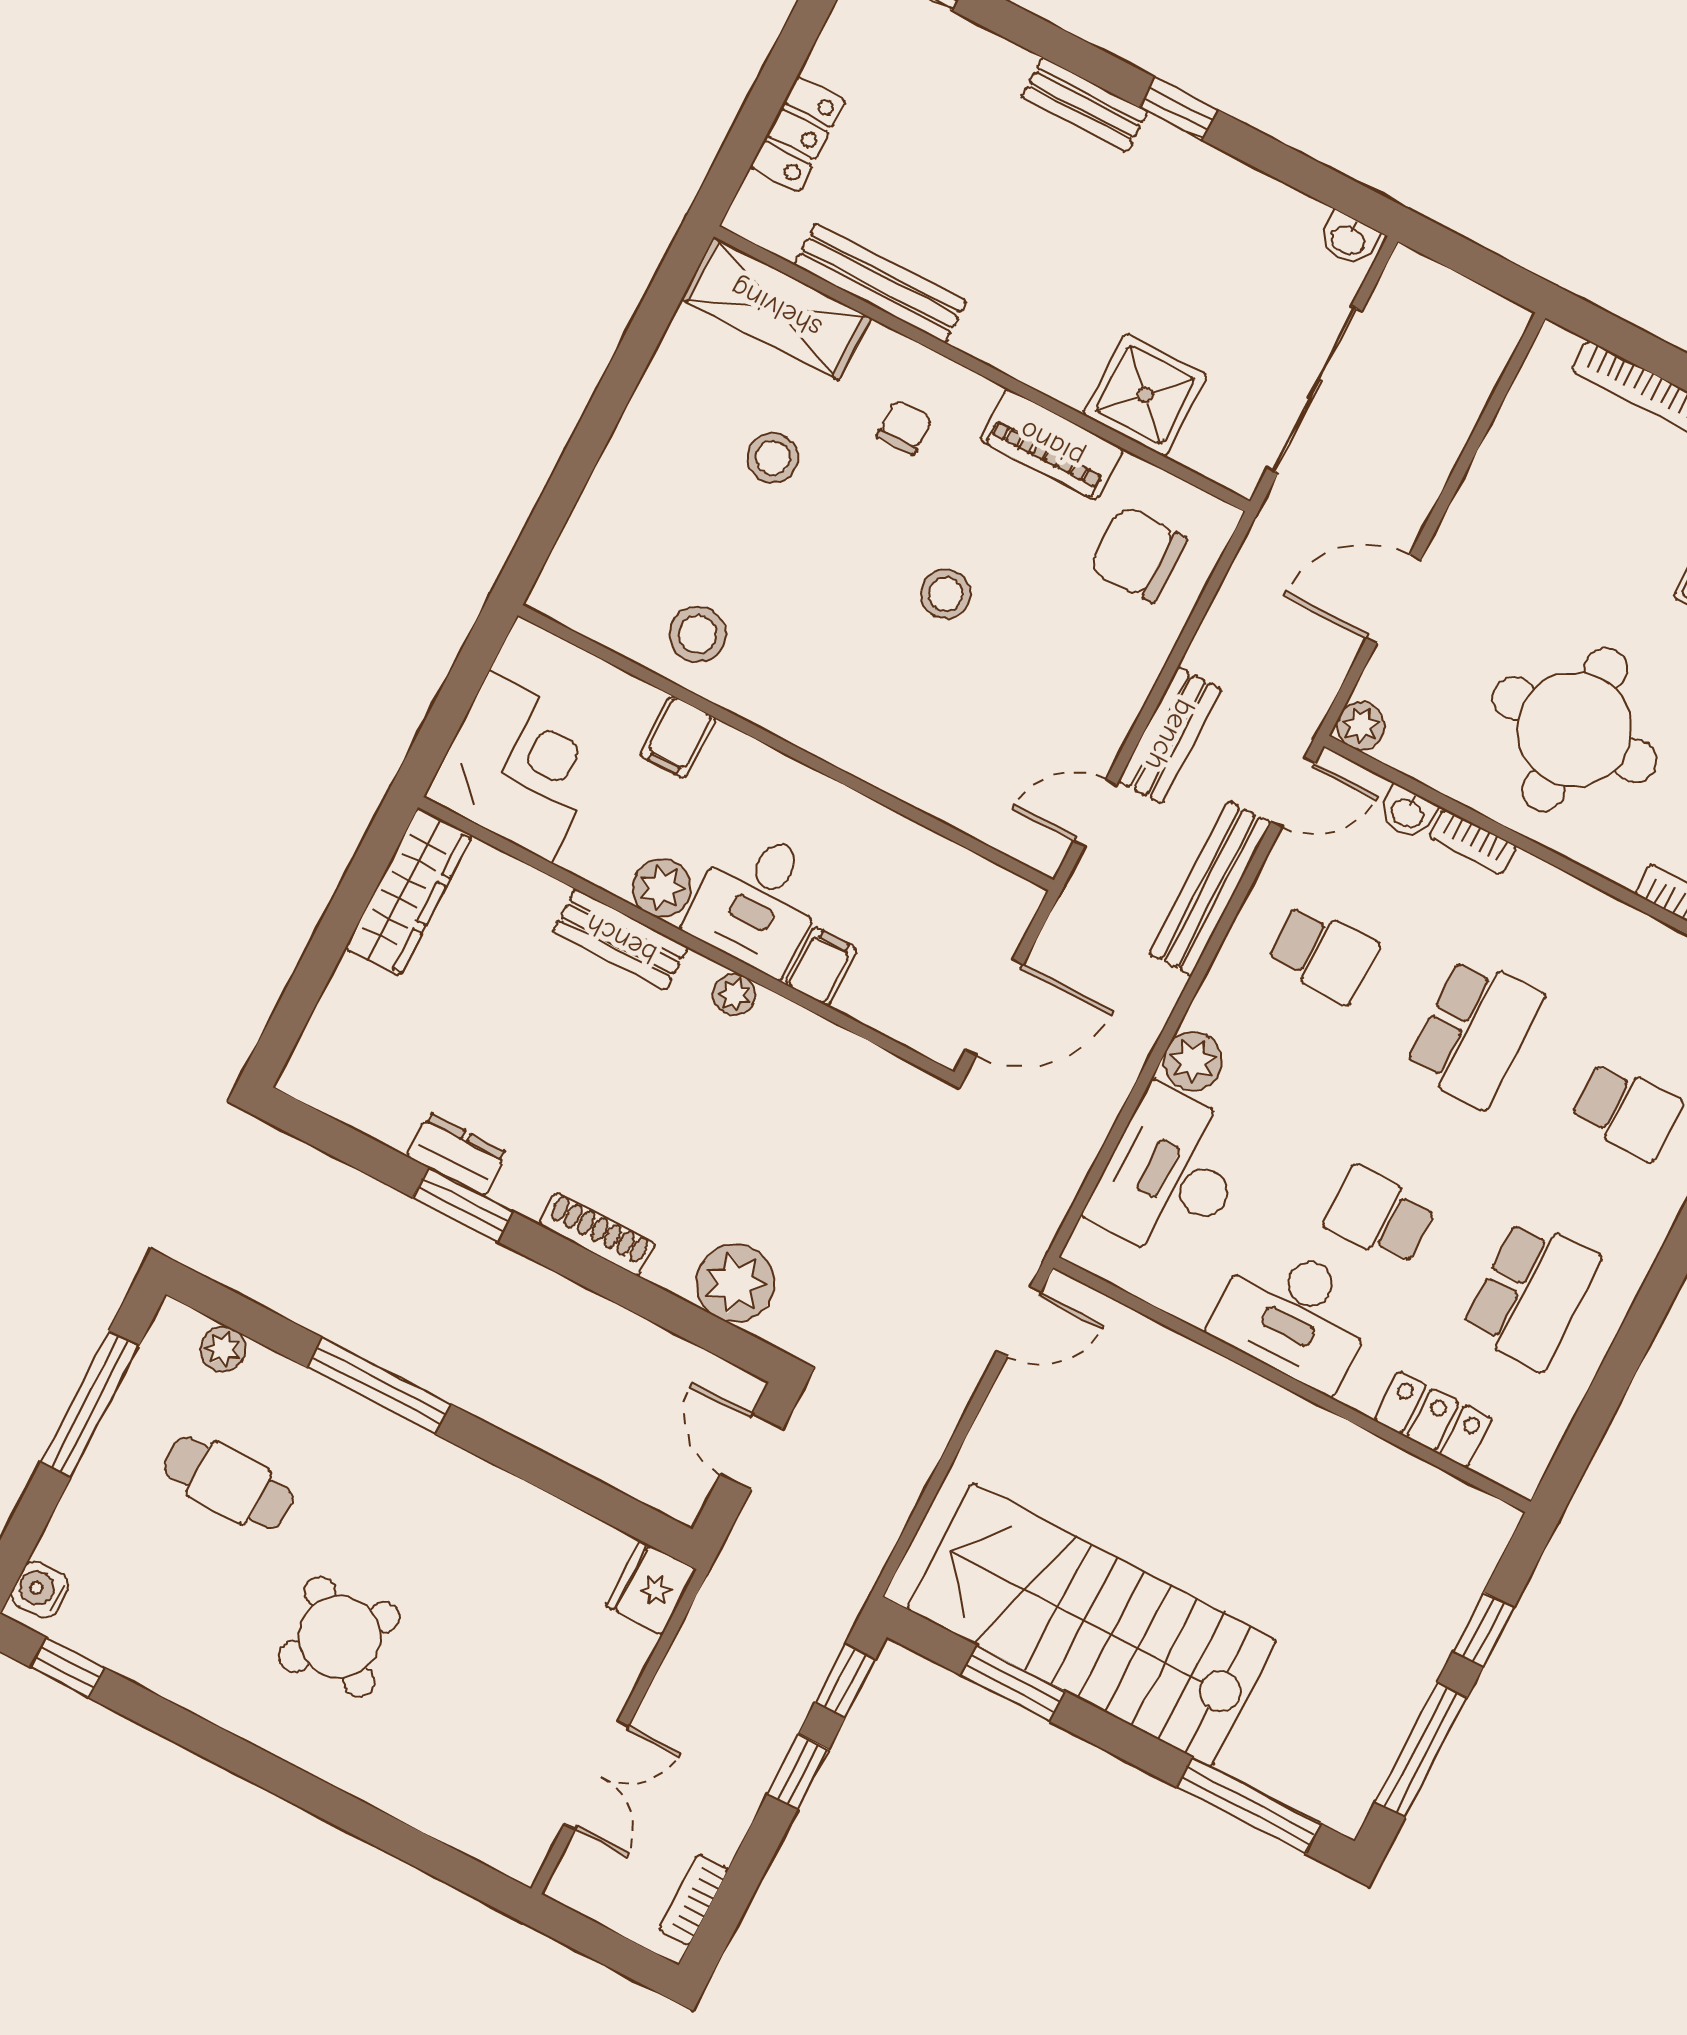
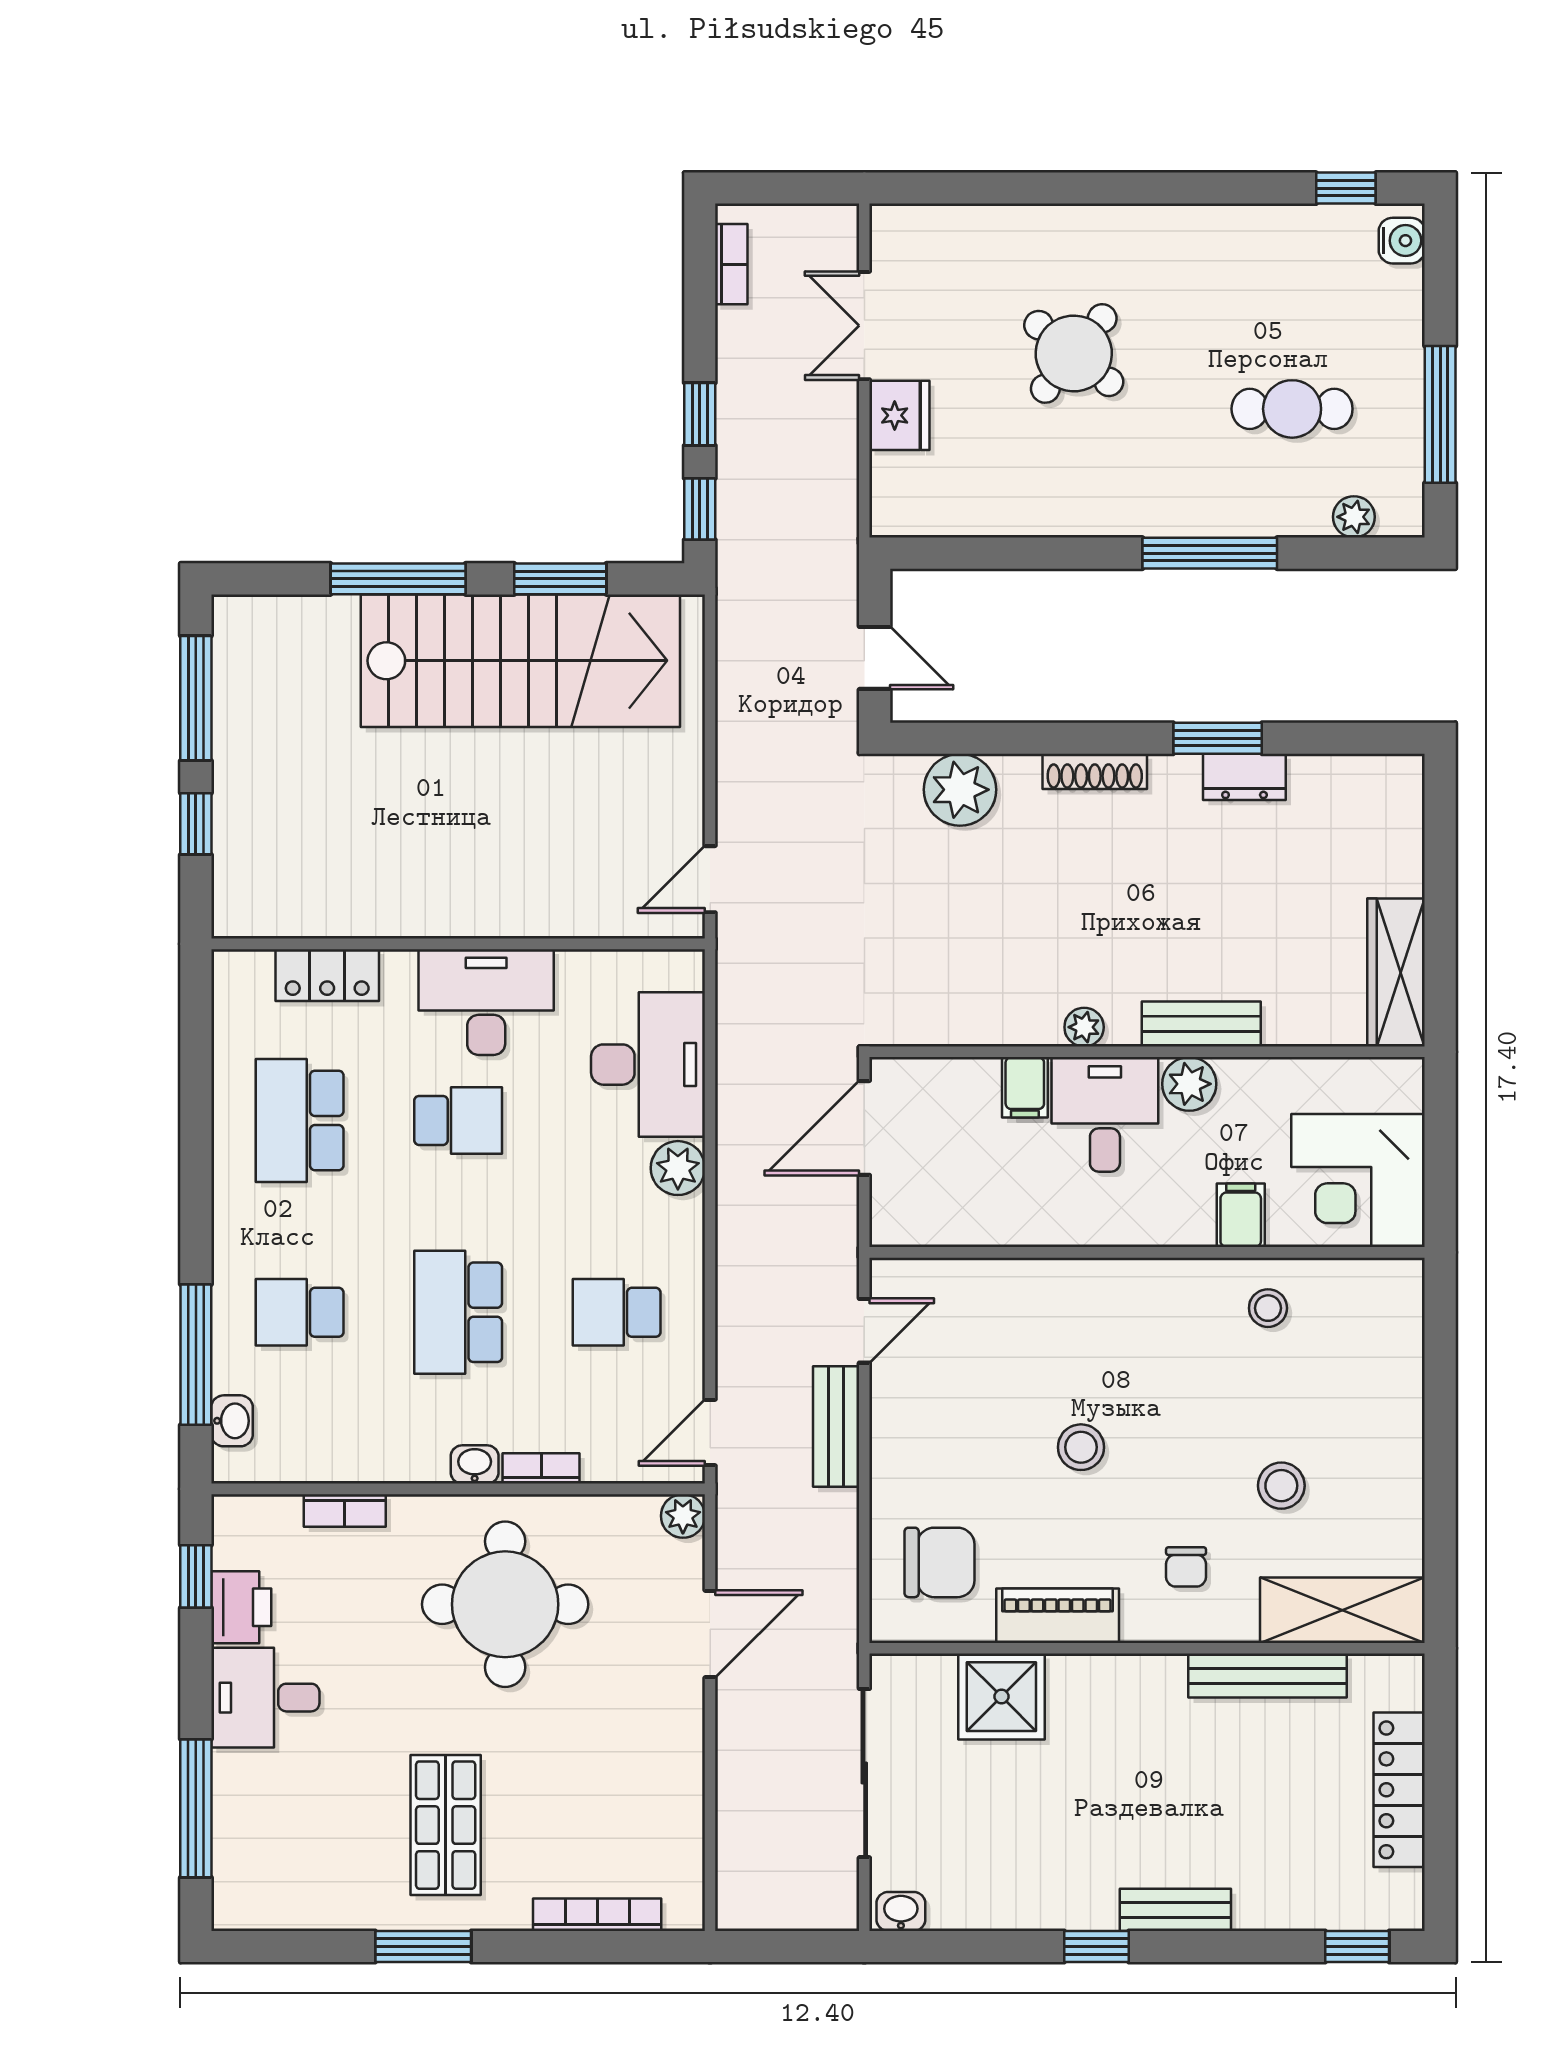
locker: (798, 134) -> (1399, 1790), width x1.53
stool: (698, 634) -> (1268, 1308), width x0.73, depth x0.73
corner desk: (520, 766) -> (1358, 1181), moved
washbasin: (1407, 812) -> (475, 1464), moved
bench: (1210, 888) -> (738, 1318), removed
fridge: (651, 1588) -> (899, 415), moved
round table: (339, 1637) -> (1074, 353), moved
window: (1249, 1805) -> (398, 579), moved

